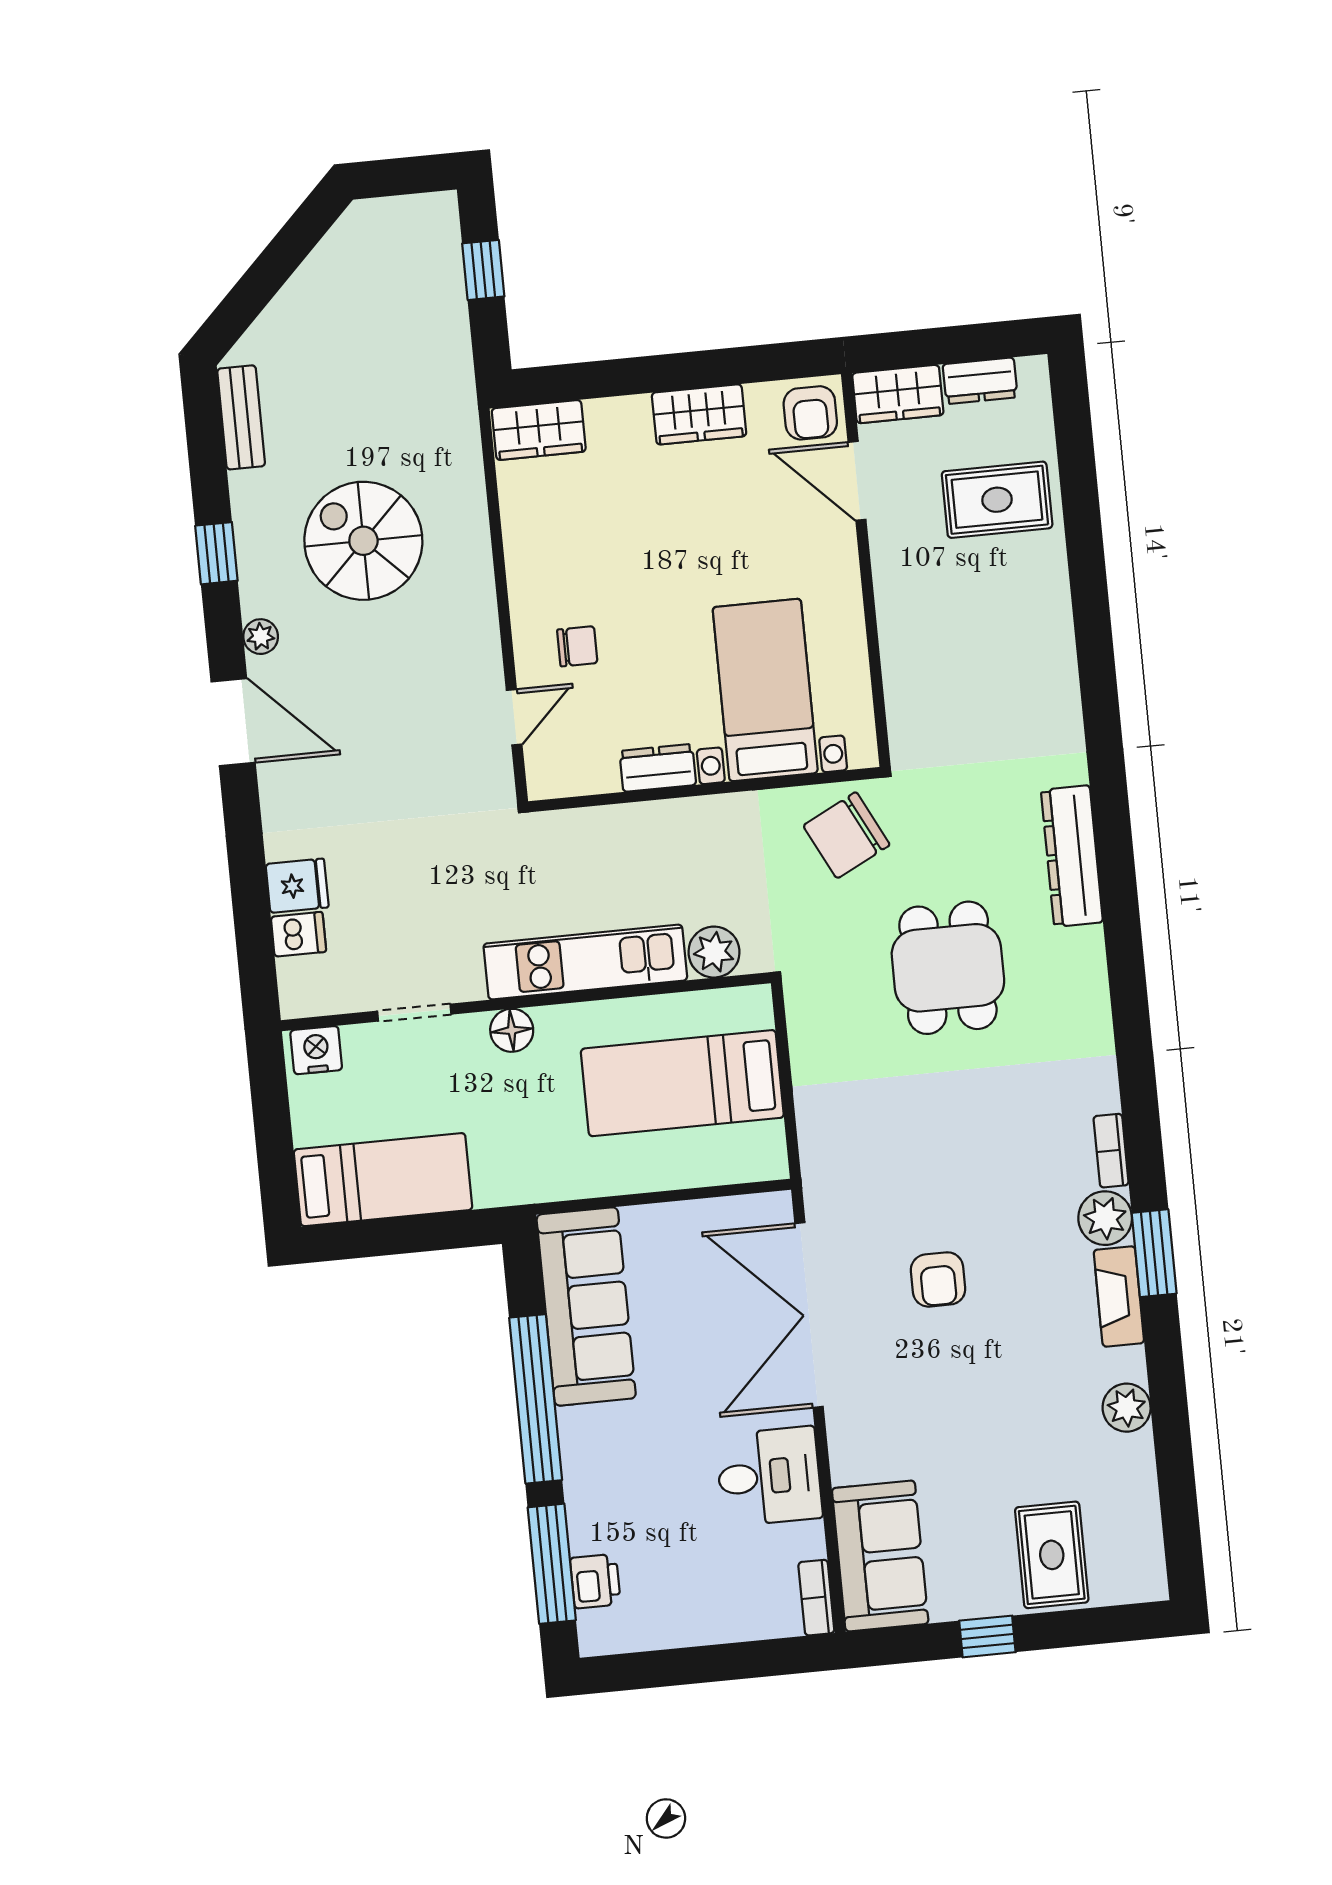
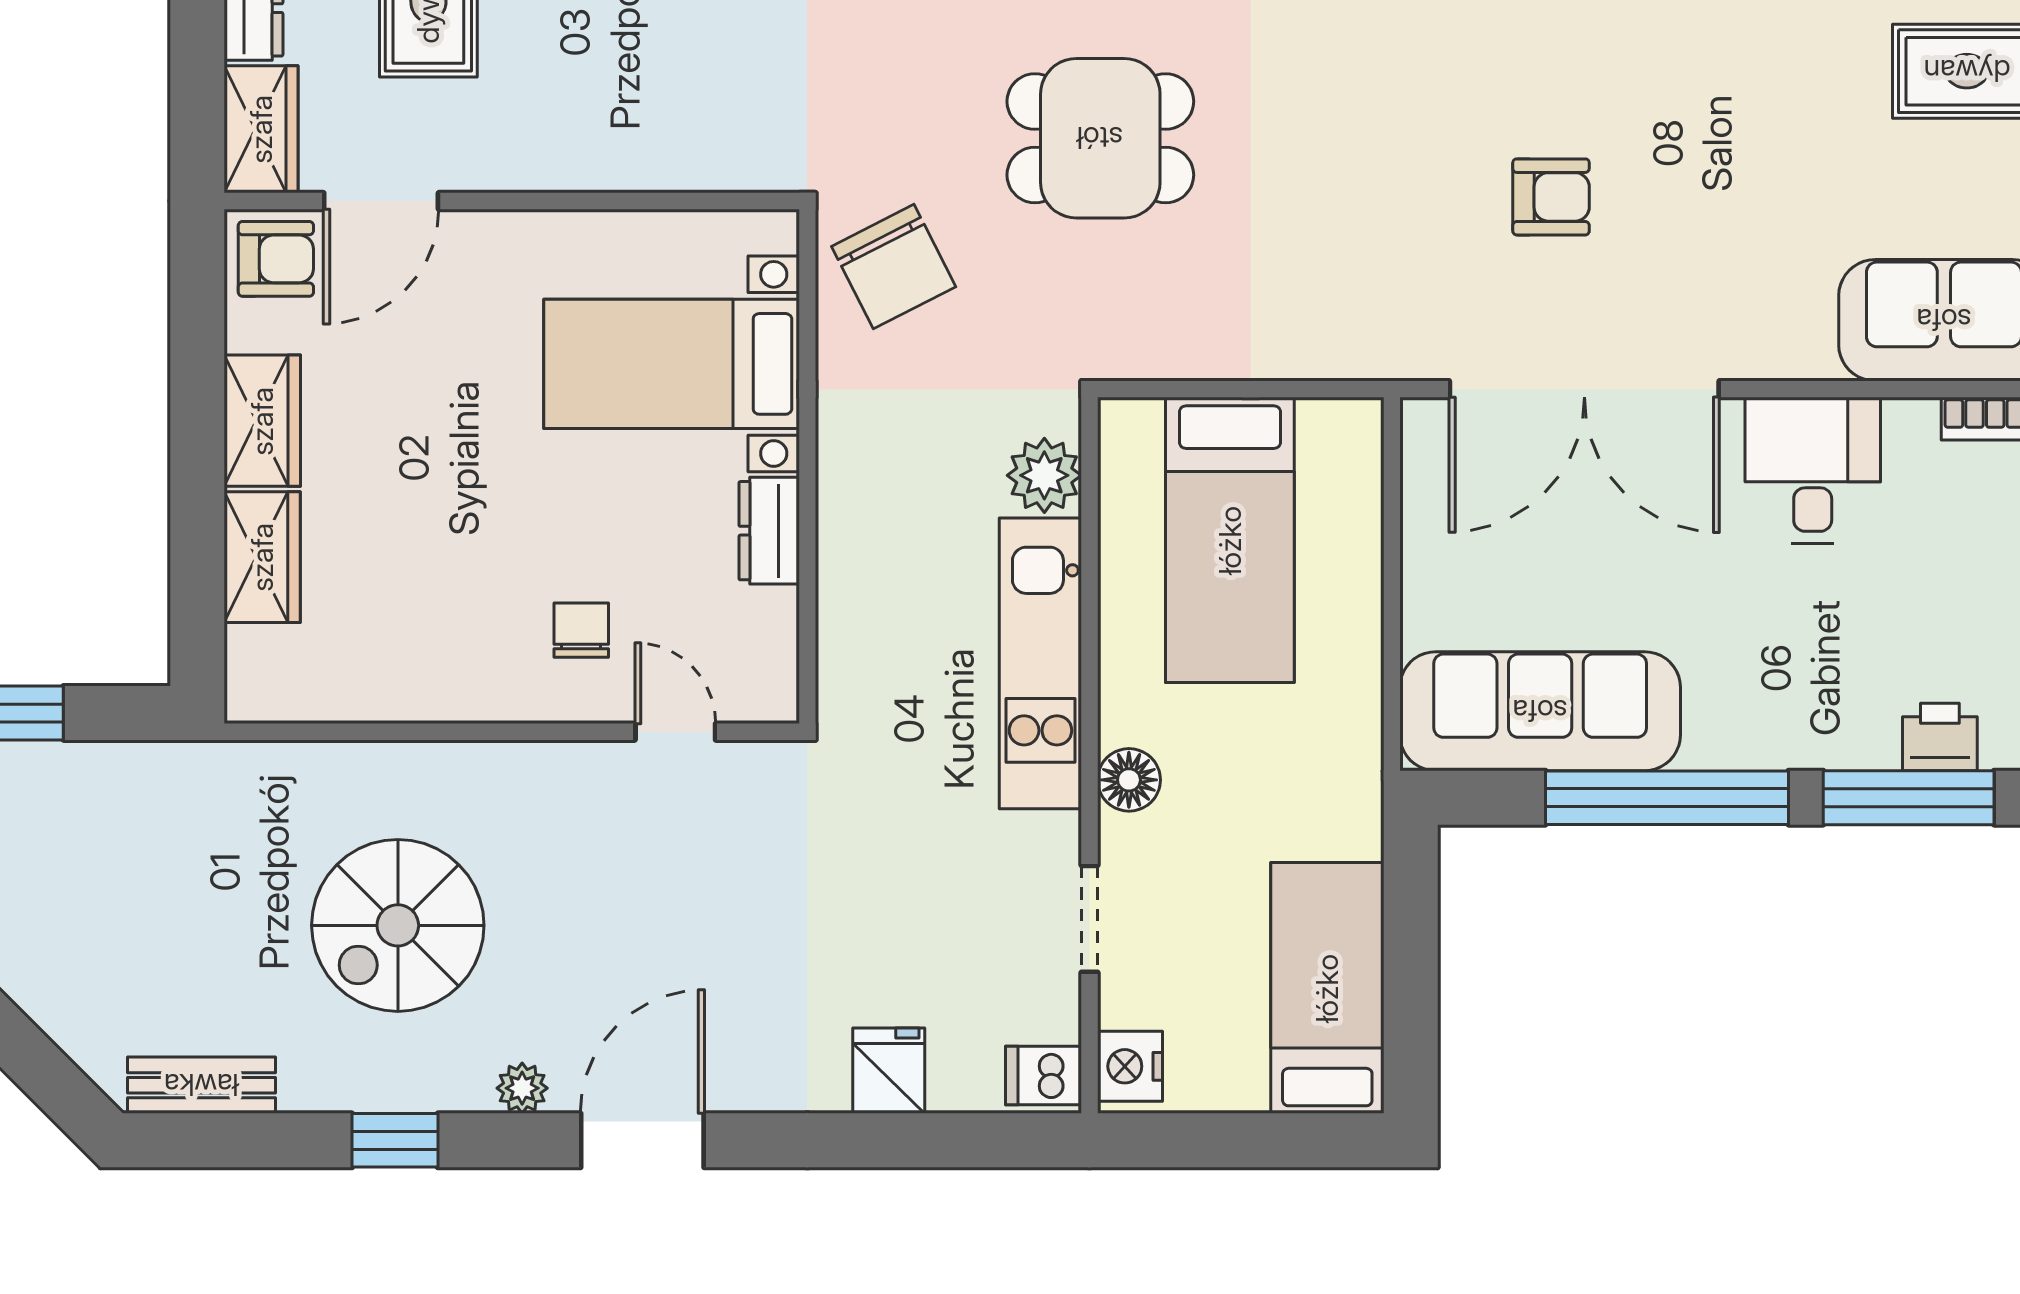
wardrobe: (539, 430) -> (262, 557), moved
dishwasher: (298, 934) -> (1044, 1075), moved, turned -90

